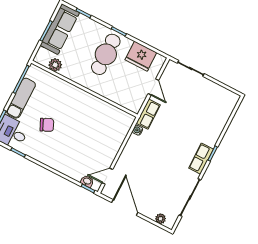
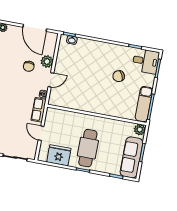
plant: (55, 65) -> (140, 130), moved
exam couch: (21, 98) -> (144, 104), moved
plant: (122, 166) -> (47, 62), added
chair: (145, 166) -> (29, 66), added
door: (107, 176) -> (51, 80), moved

